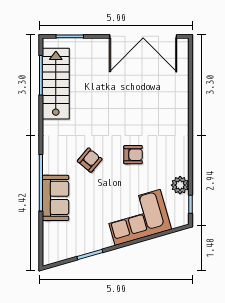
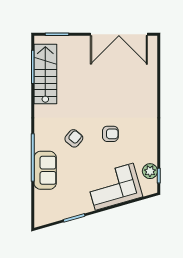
plant: (180, 185) -> (150, 171), moved

